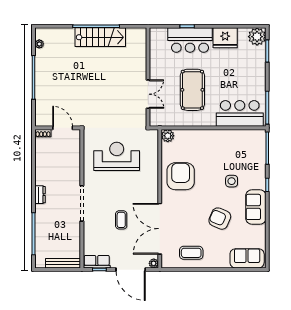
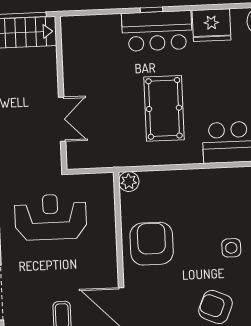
wall: (148, 77) -> (61, 93), moved
double door: (148, 94) -> (62, 119), moved

